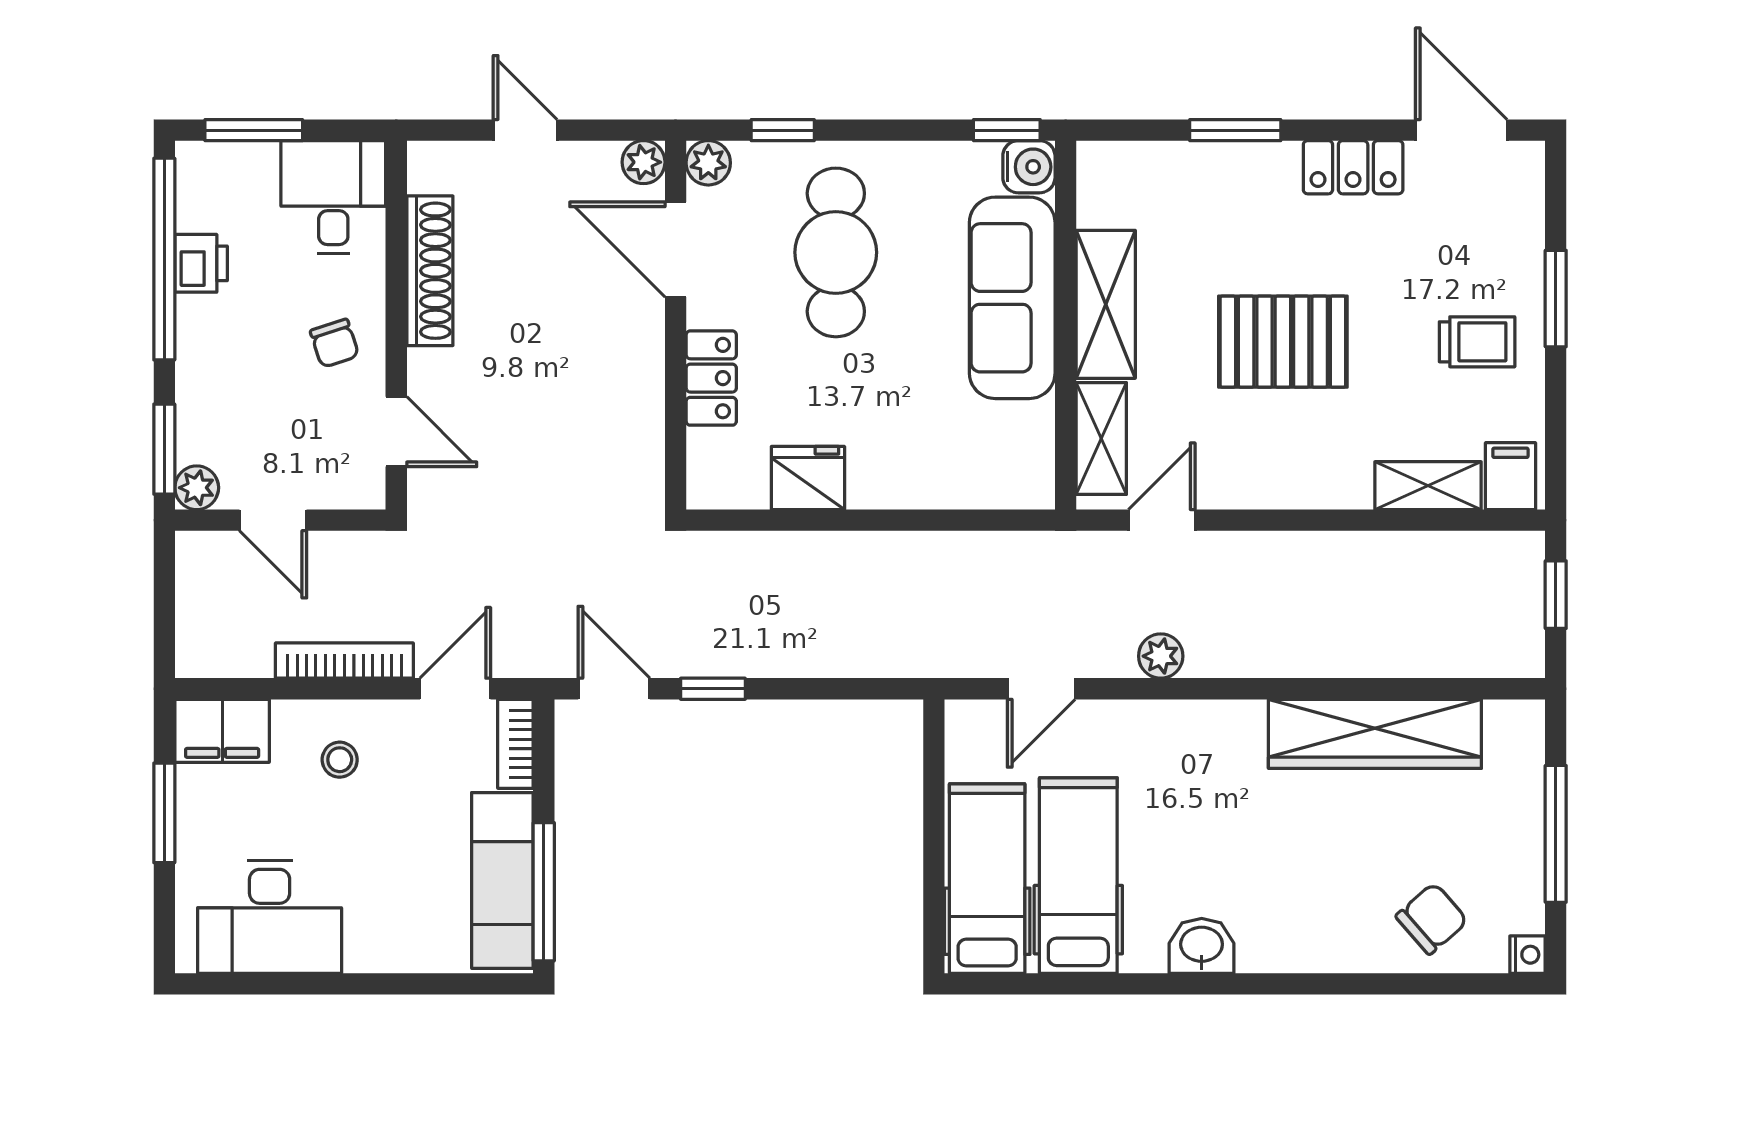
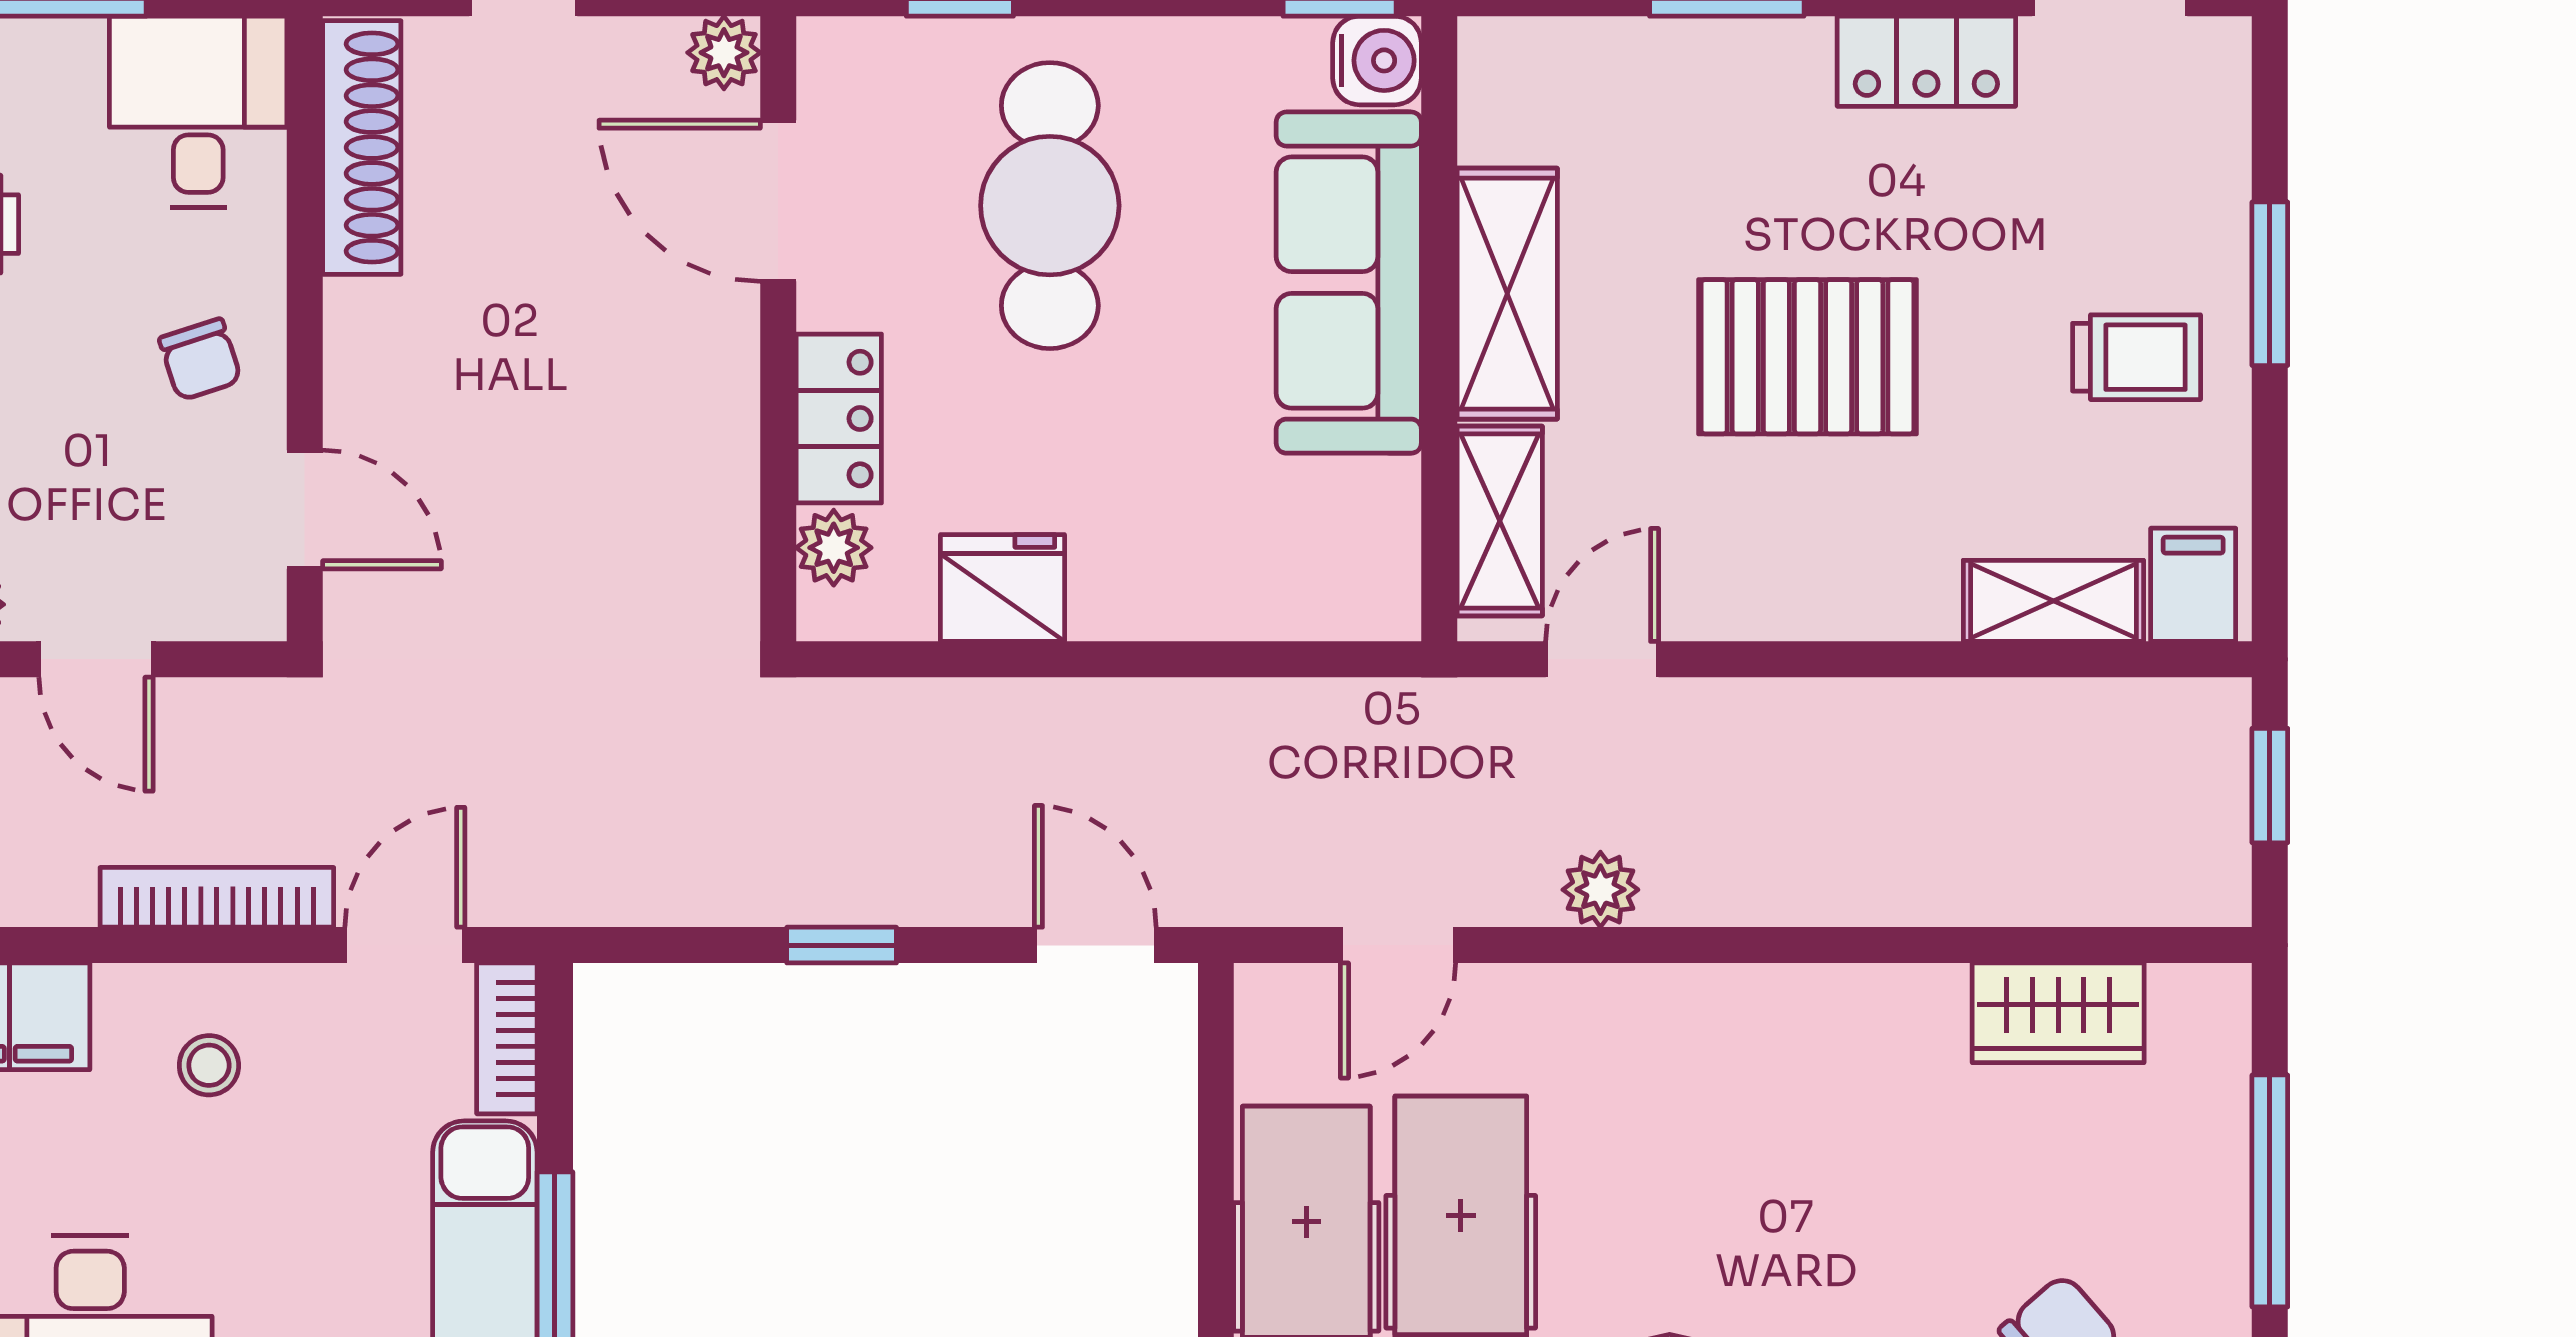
plant: (708, 163) -> (834, 548), moved
shoe rack: (430, 271) -> (362, 148), moved
door: (614, 689) -> (1095, 945), moved
wardrobe: (1375, 734) -> (2058, 1013), width x0.48, depth x0.85

